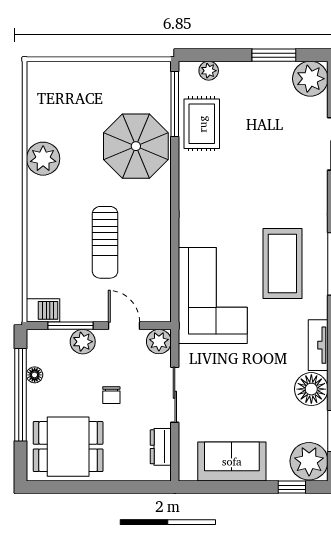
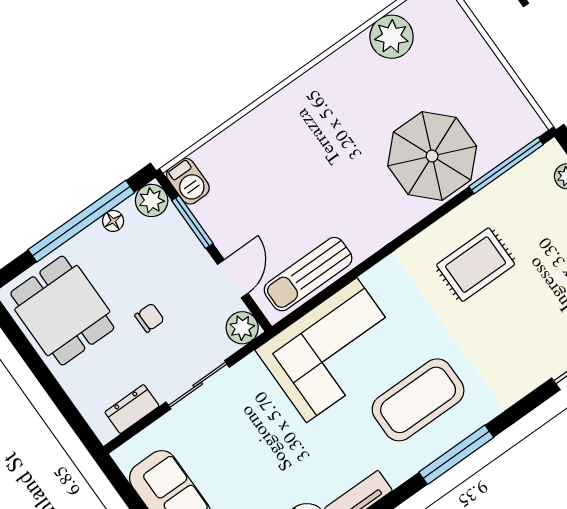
rug: (202, 124) -> (476, 265), moved
plant: (43, 159) -> (392, 37), moved
sun lounger: (105, 242) -> (308, 274), moved
plant: (83, 342) -> (152, 200), moved
chair: (111, 395) -> (149, 318), turned 180

